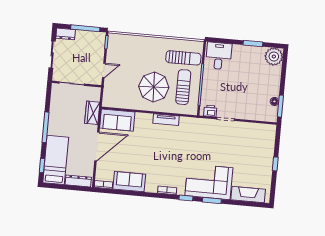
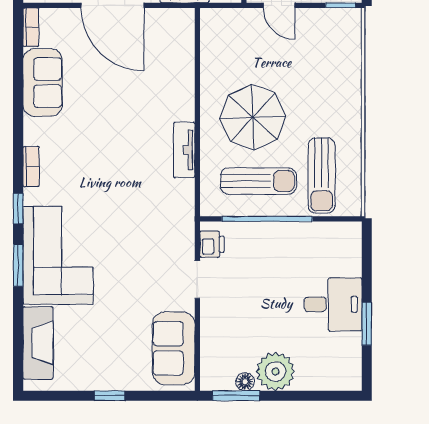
desk: (219, 56) -> (333, 304), moved
plant: (274, 57) -> (275, 371), moved
sofa: (117, 120) -> (174, 348), moved

